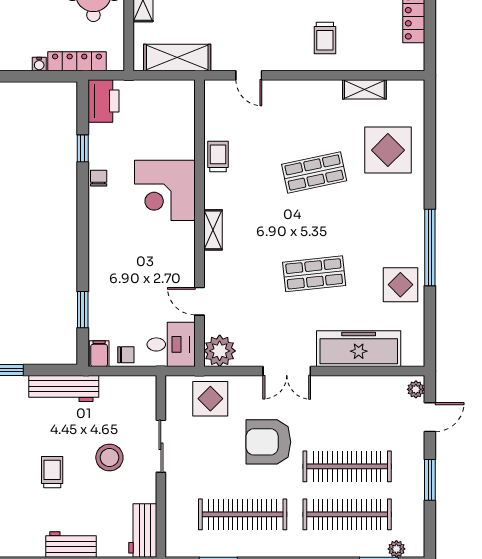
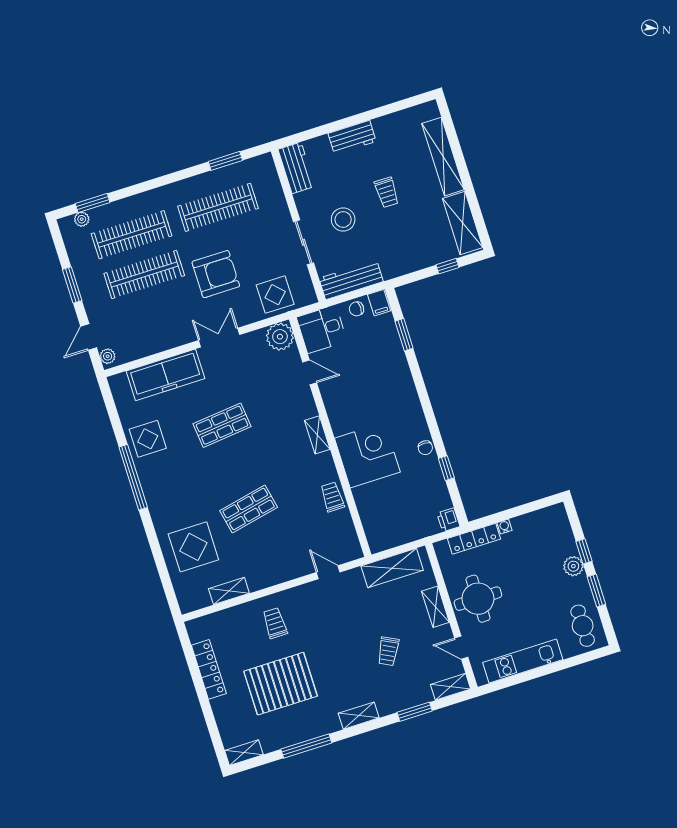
printer: (103, 101) -> (448, 520), width x0.53, depth x0.68
trolley: (218, 157) -> (332, 497), turned 180
workbench: (64, 388) -> (351, 280), moved

